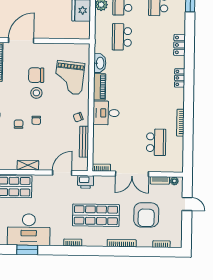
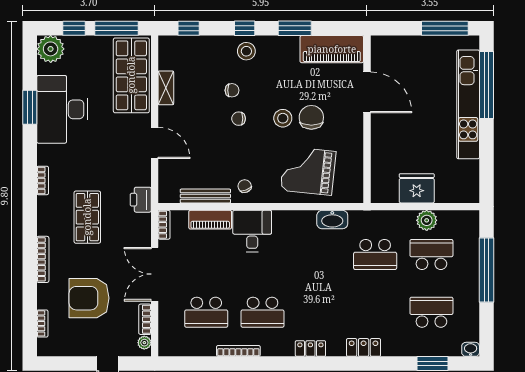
school desk: (122, 37) -> (375, 254), turned 180
piano: (100, 87) -> (210, 220), moved
school desk: (157, 107) -> (262, 312), added
shelving: (28, 165) -> (166, 88), moved
door: (62, 173) -> (155, 143), moved
shop shelf: (96, 215) -> (87, 217), width x0.70, depth x0.74

